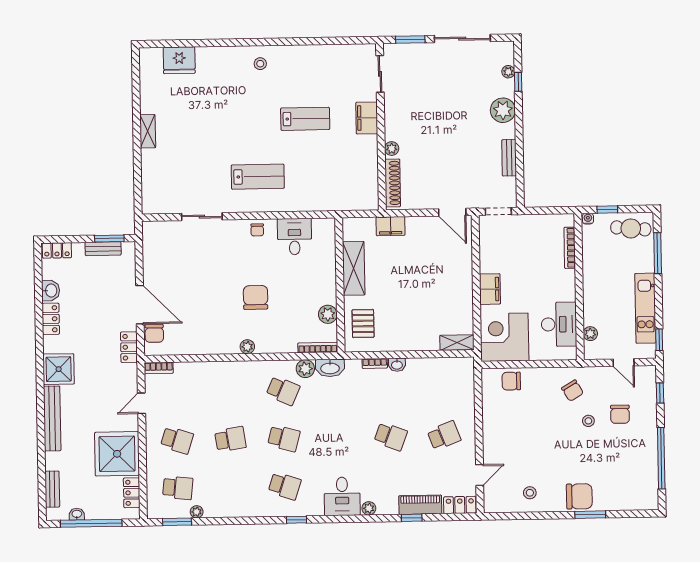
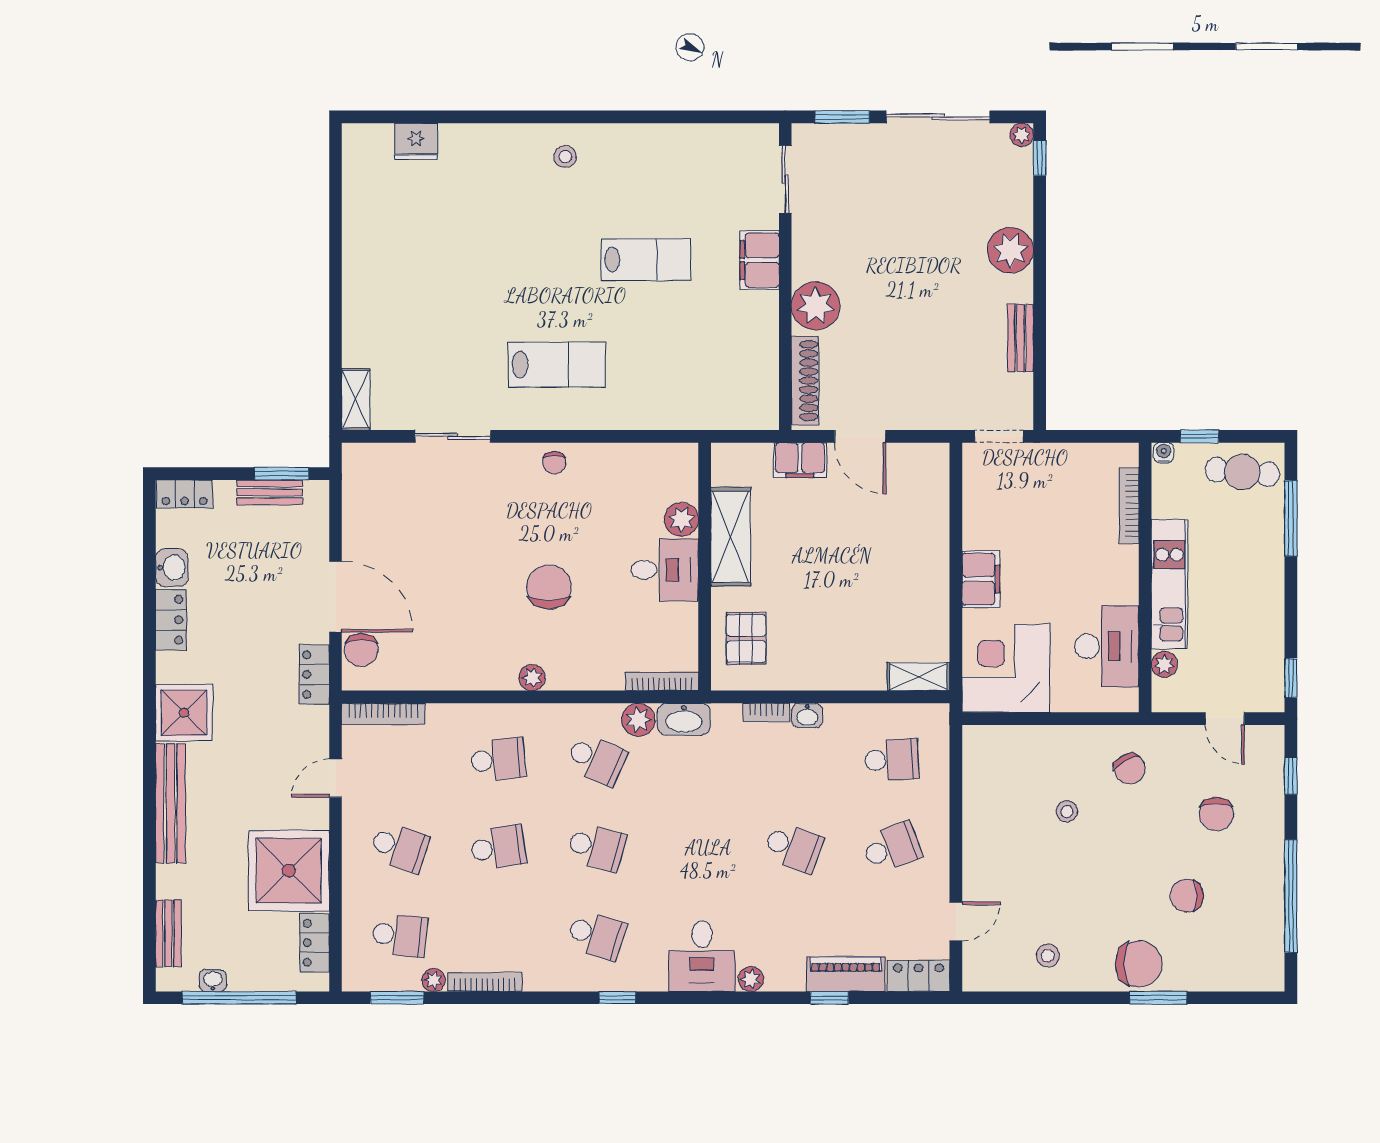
fridge: (179, 60) -> (416, 141), width x0.73, depth x0.75
plant: (508, 72) -> (1022, 135), moved
window: (518, 82) -> (1040, 158), moved
shelving: (148, 131) -> (356, 399), moved
plant: (392, 149) -> (816, 306), width x1.88, depth x1.88
door: (452, 212) -> (860, 436), moved
desk: (294, 237) -> (665, 570), moved, turned 90
kitchen unit: (645, 308) -> (1169, 584), moved, turned 180
plant: (328, 314) -> (681, 519), moved
bookcase: (159, 368) -> (383, 714), width x1.56
chair: (511, 381) -> (1187, 896), moved
school desk: (443, 388) -> (892, 760), added
school desk: (230, 392) -> (498, 760), added
stool: (588, 421) -> (1067, 811), moved
bookcase: (224, 512) -> (485, 982), added

